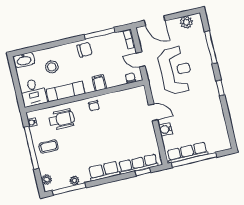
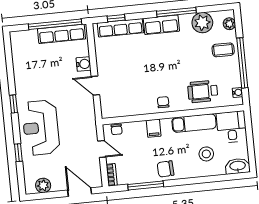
window: (211, 47) -> (18, 153), width x0.46
reception desk: (176, 70) -> (41, 128), moved
coffee table: (49, 147) -> (223, 50), moved
plant: (74, 181) -> (202, 23), width x1.88, depth x1.88
window: (69, 189) -> (176, 12), moved

